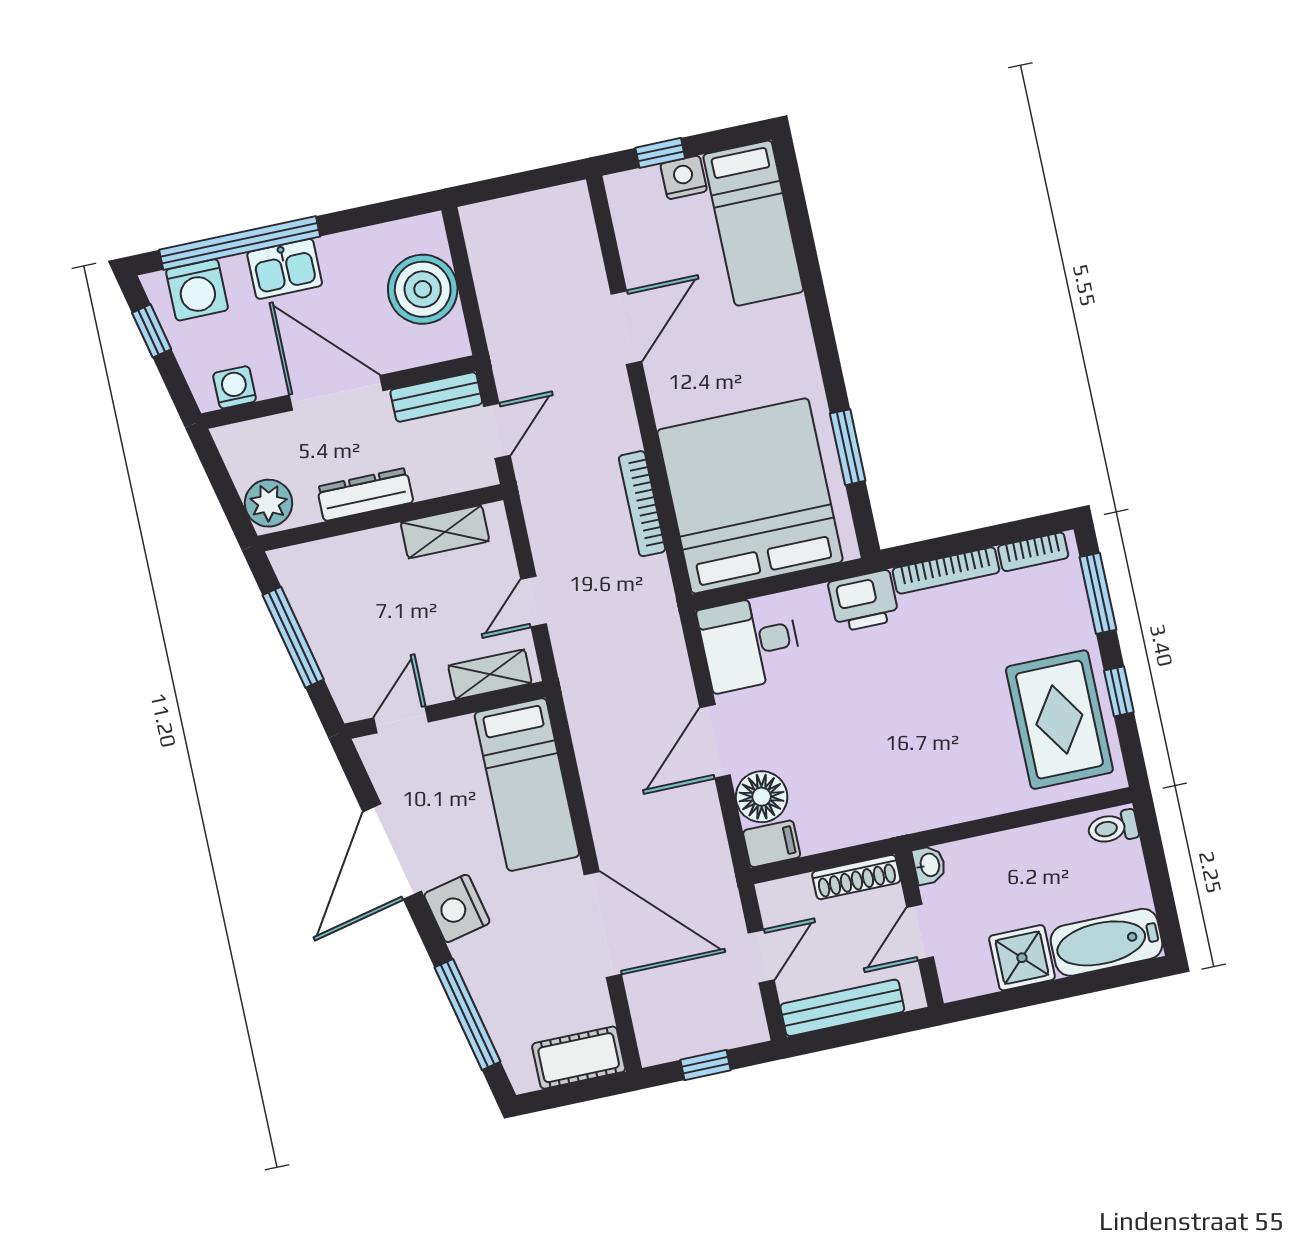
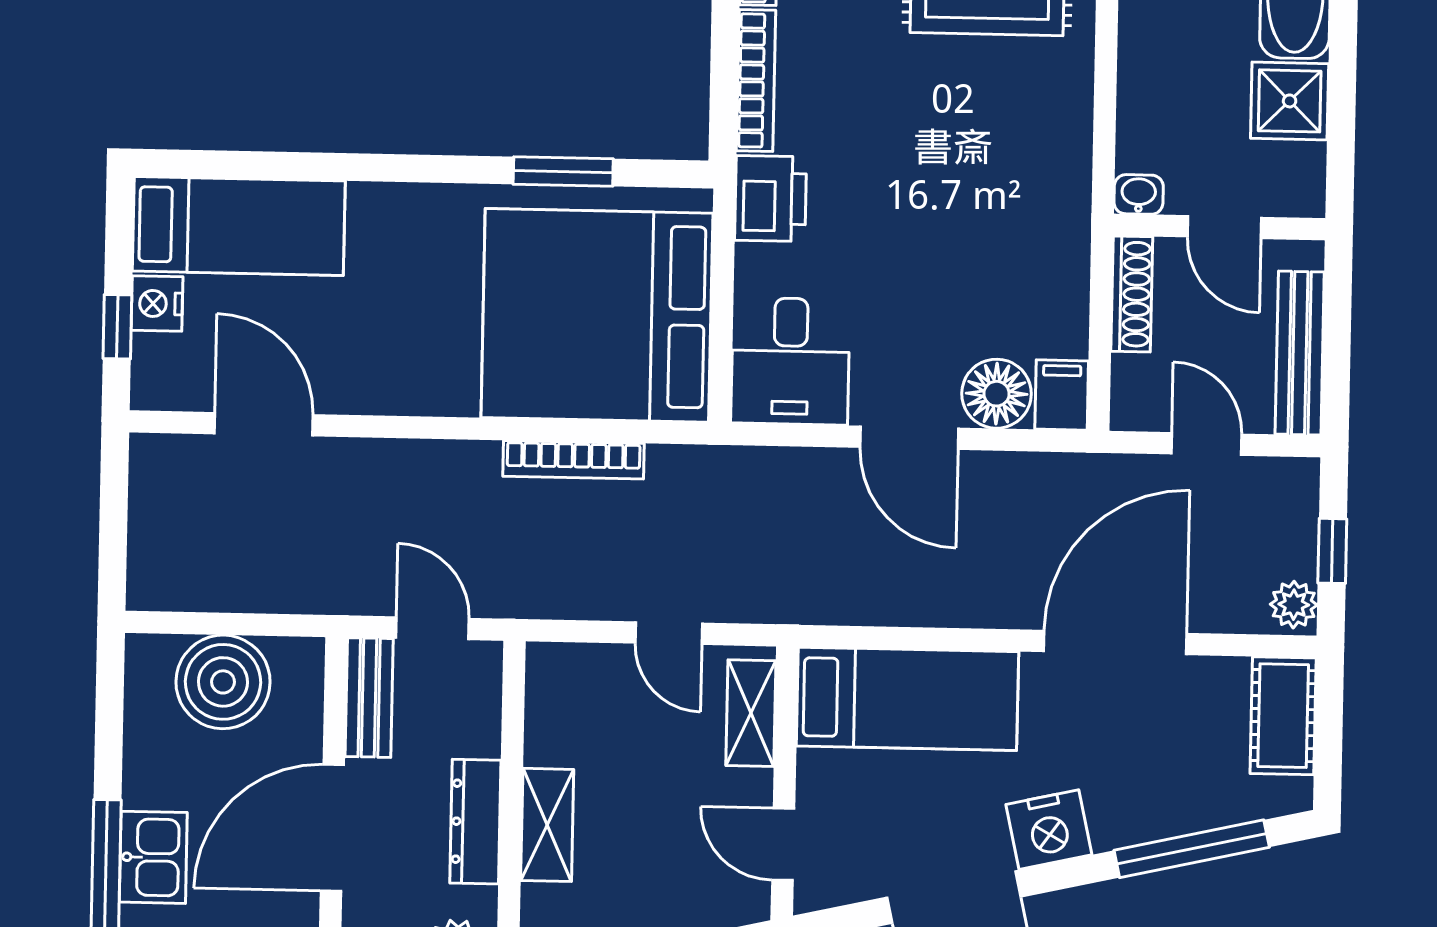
door: (626, 328) -> (264, 424), moved
shelving: (445, 532) -> (547, 825), moved
plant: (660, 1046) -> (1294, 605), added

